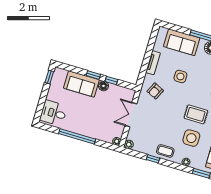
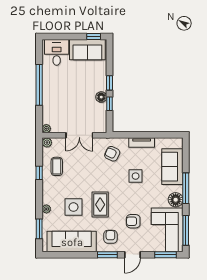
sofa: (81, 84) -> (87, 50), moved, turned -90
double door: (131, 115) -> (79, 135), swing flipped
coffee table: (165, 151) -> (57, 166), moved

